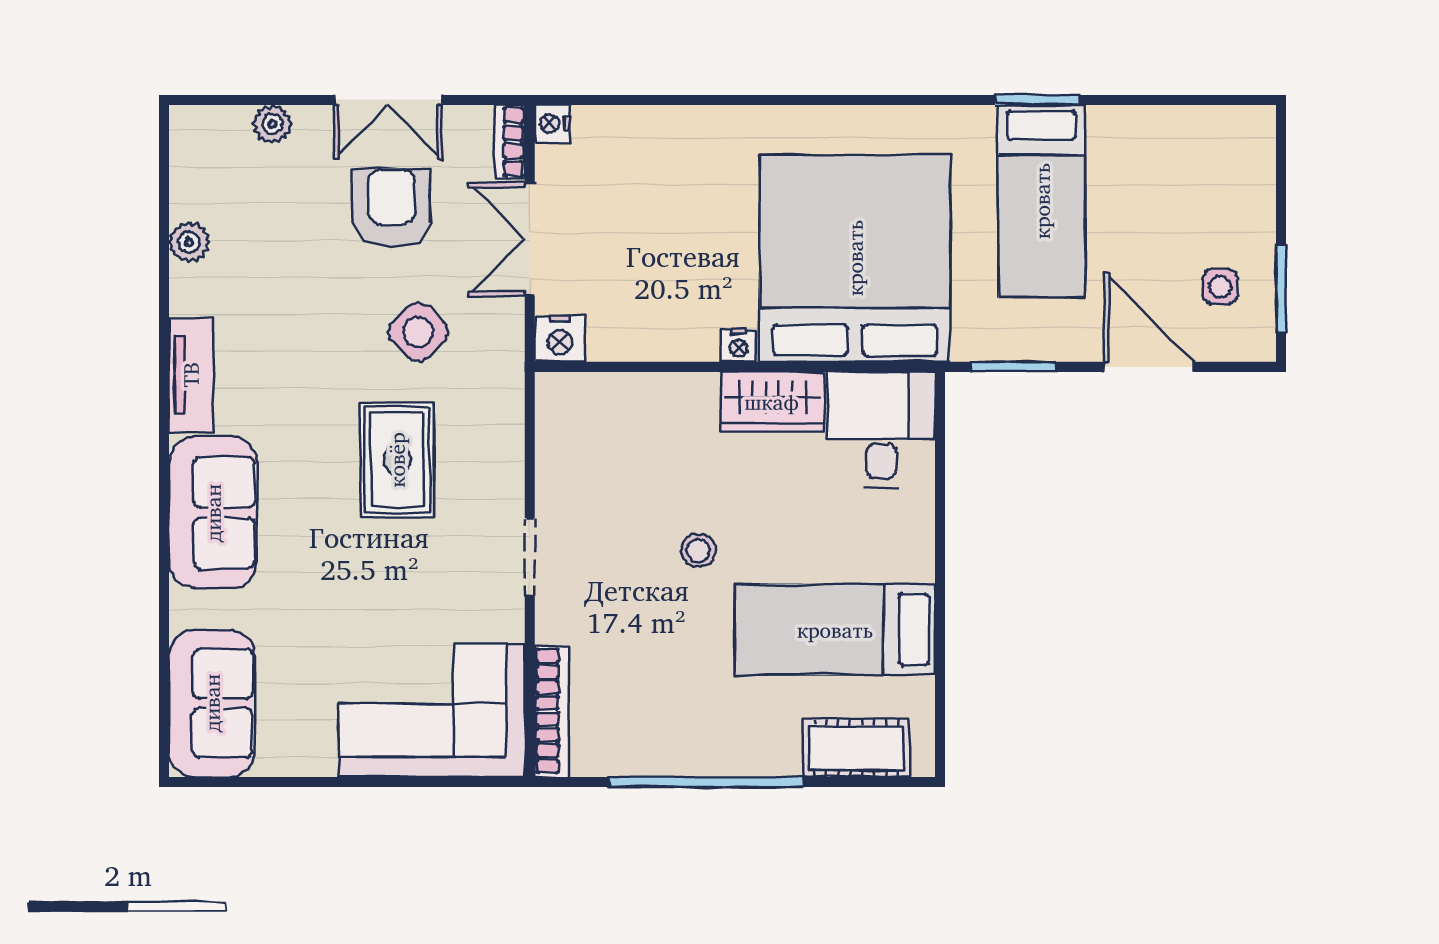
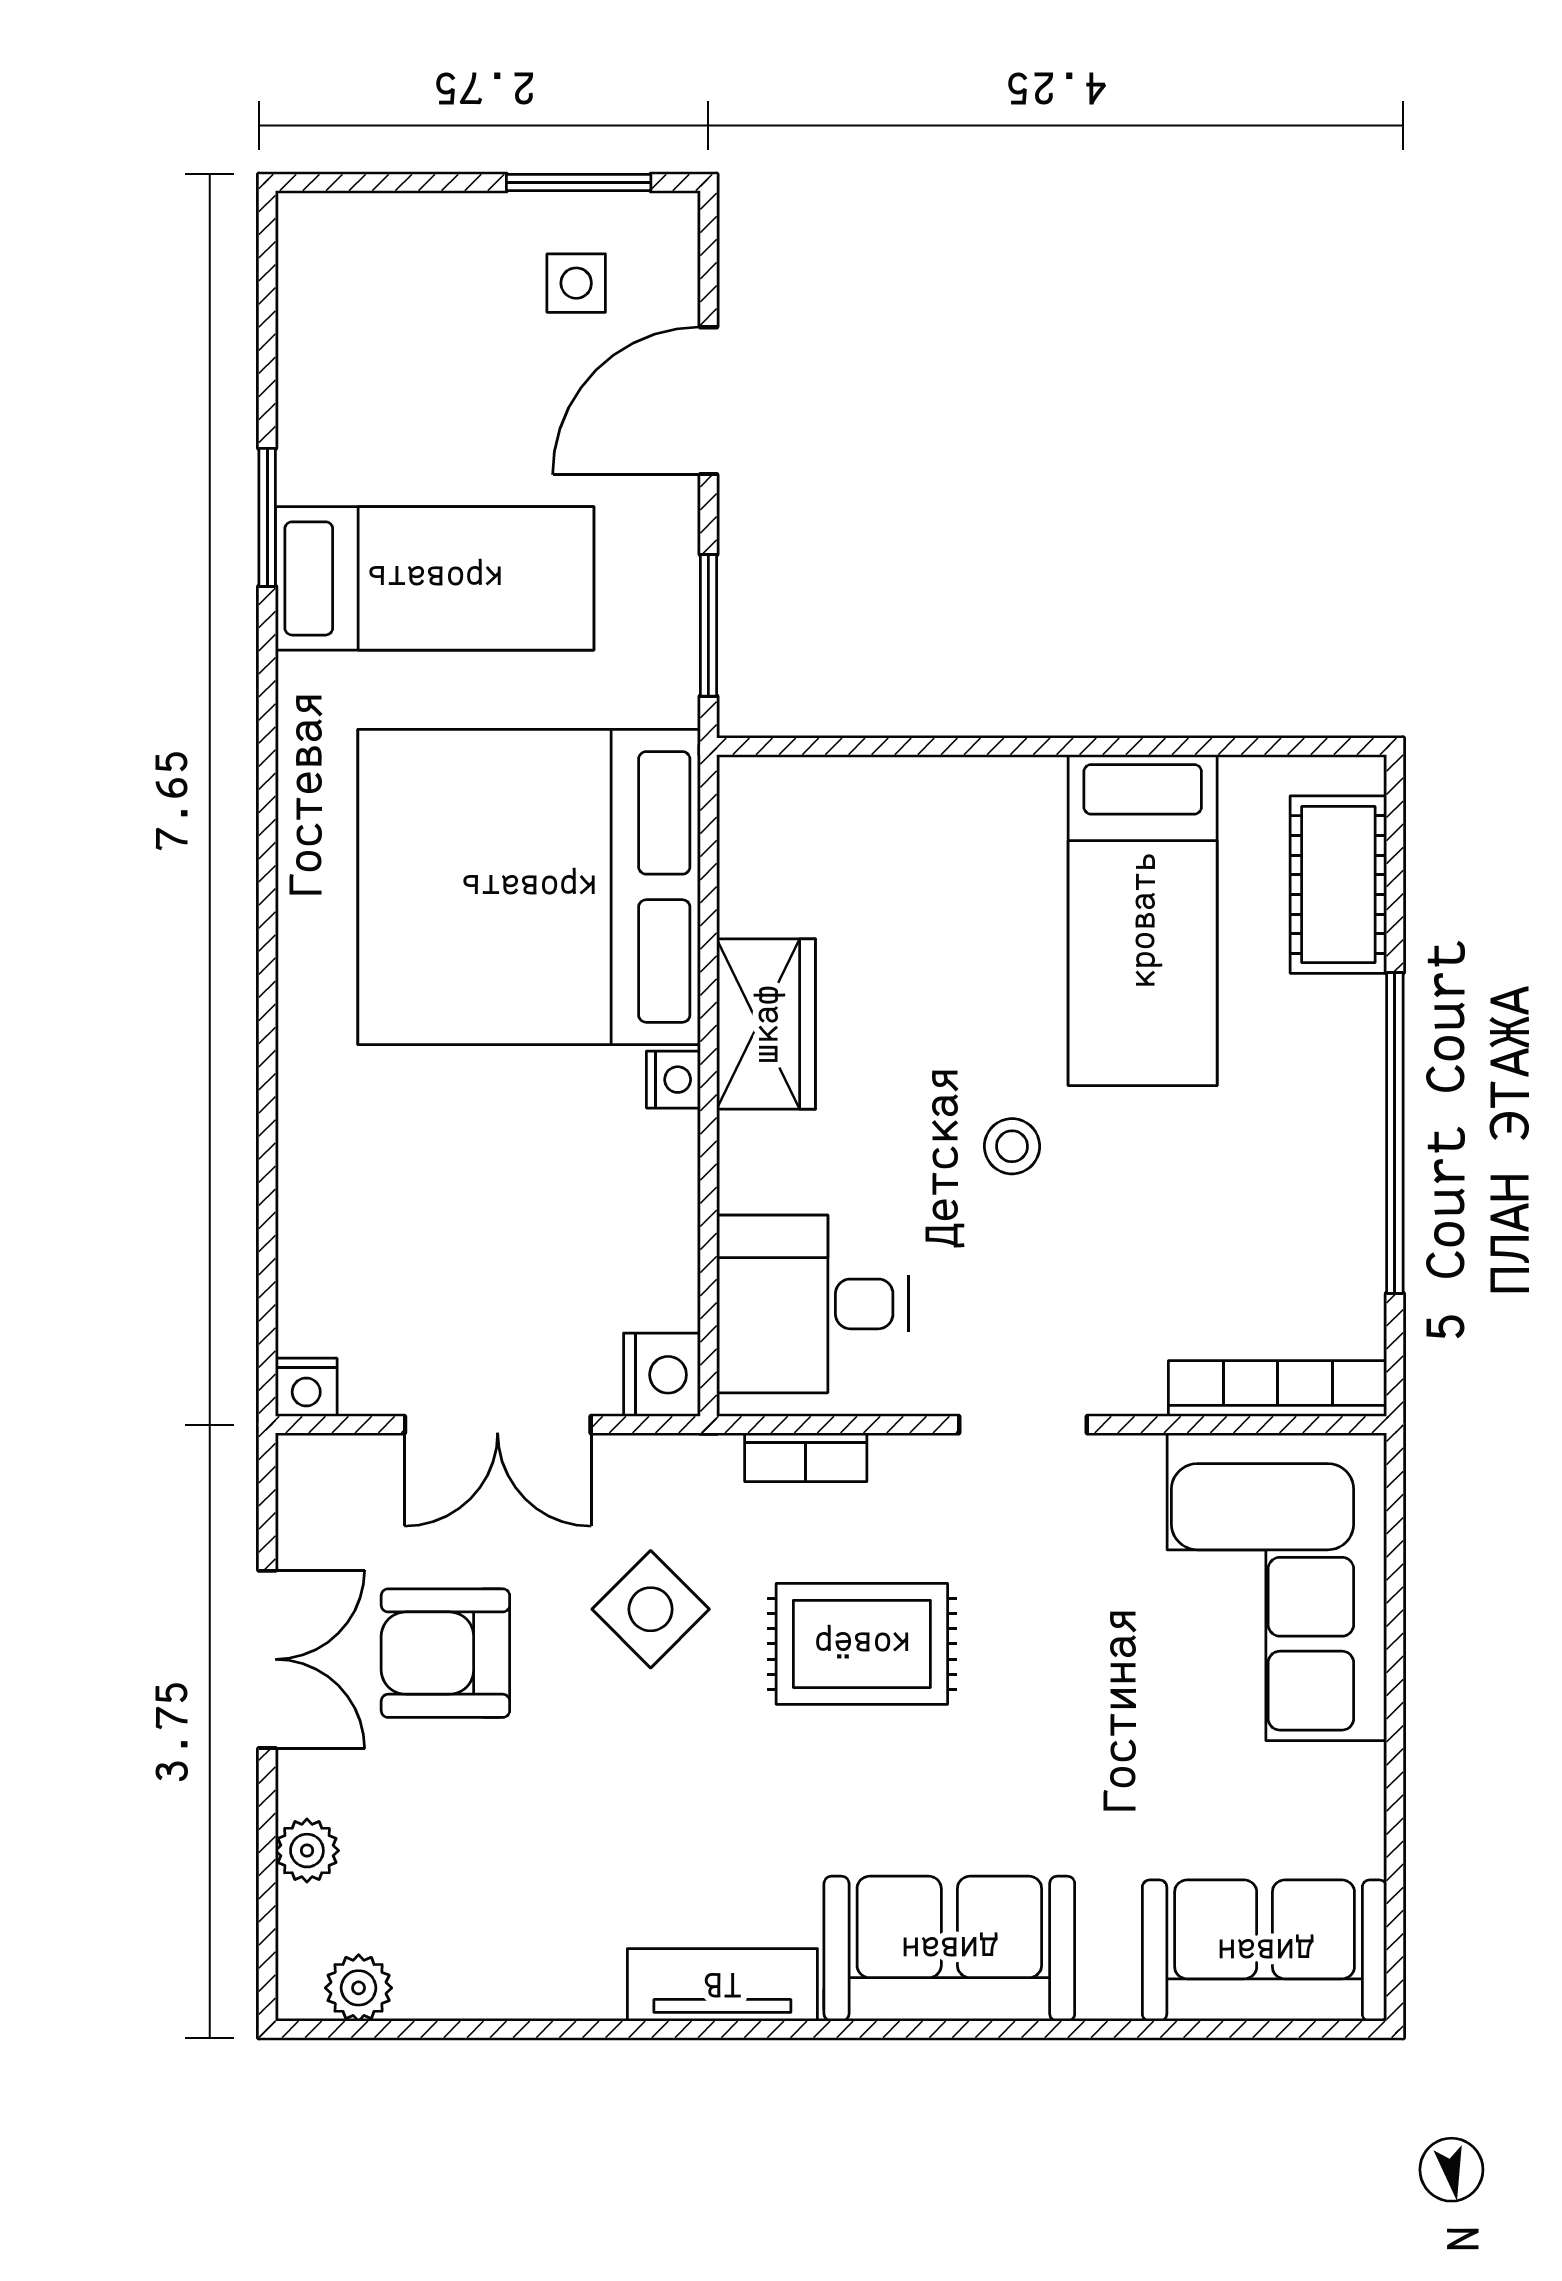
window: (1037, 100) -> (267, 517), moved
bookcase: (510, 142) -> (806, 1457), moved
plant: (189, 242) -> (359, 1988), moved
desk: (881, 430) -> (812, 1304), moved

